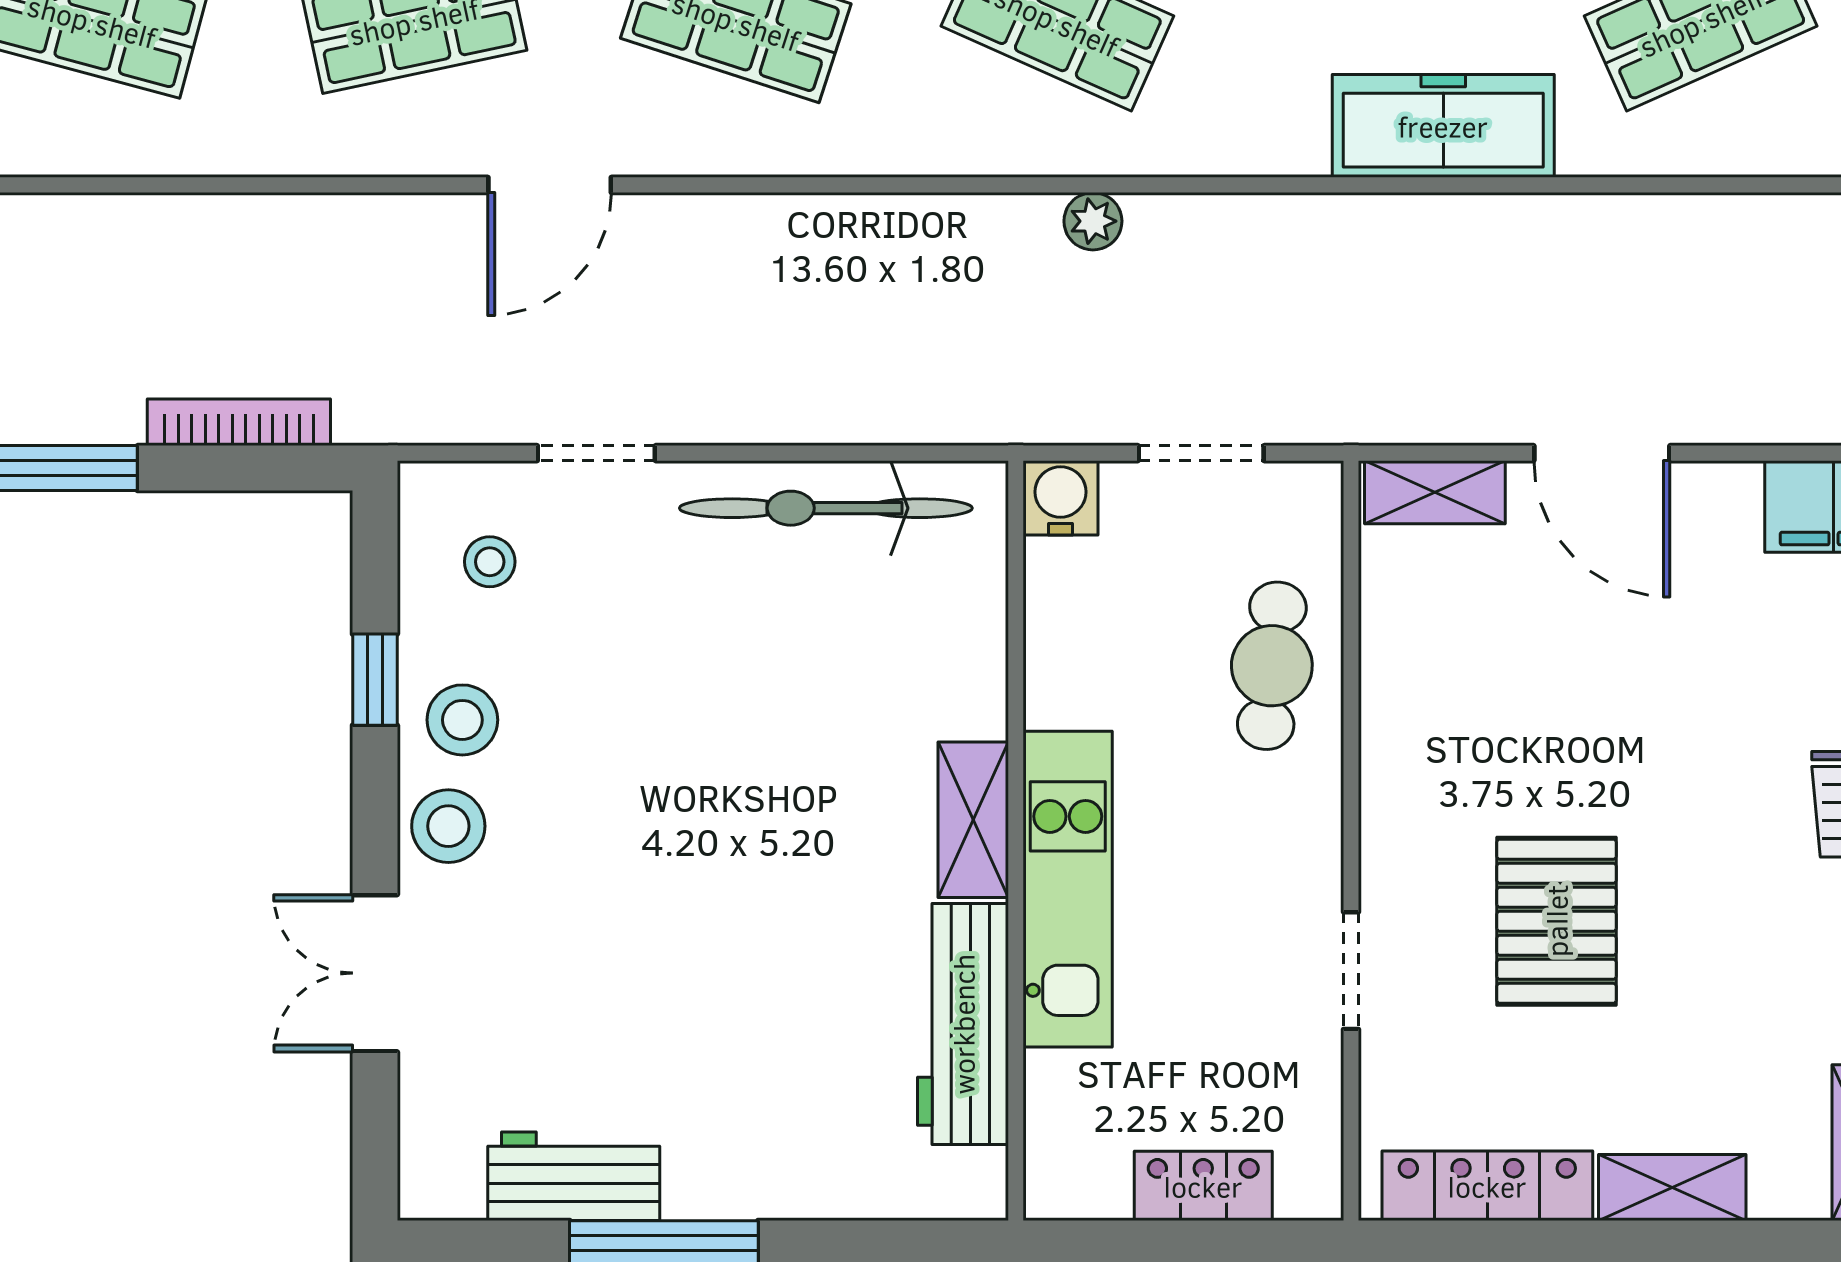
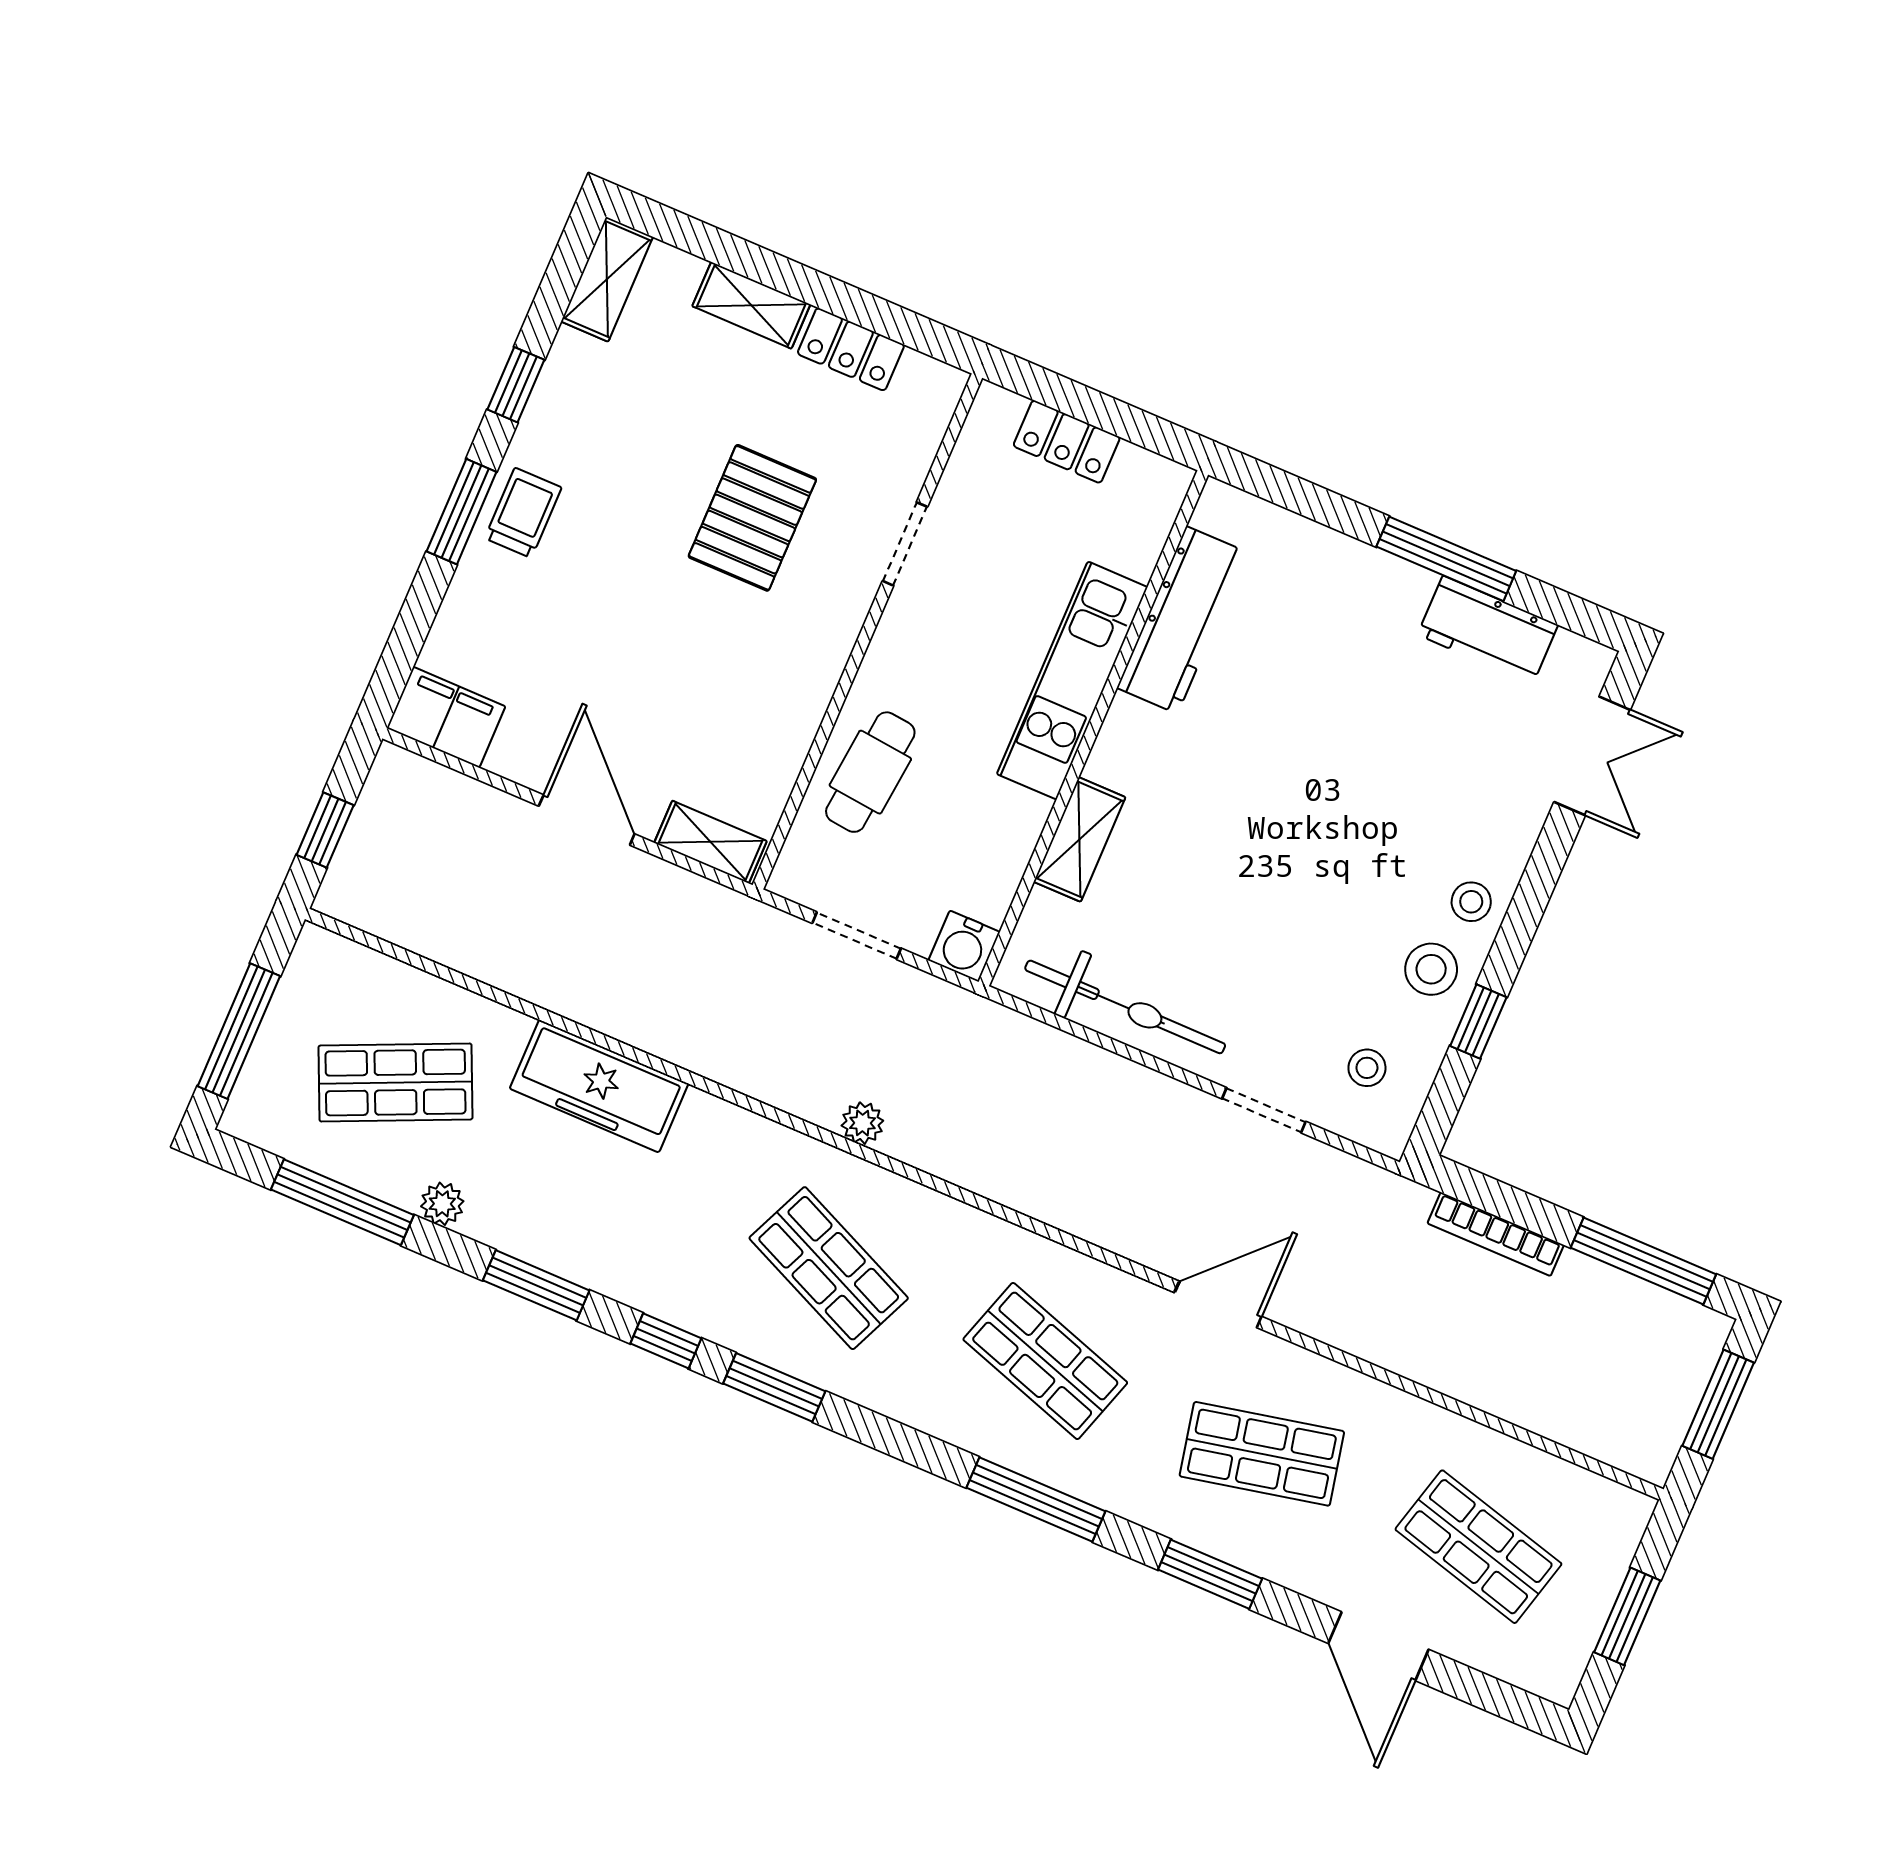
shelving: (973, 820) -> (1079, 839), moved
stool: (448, 826) -> (1471, 902), width x0.73, depth x0.73
double door: (375, 973) -> (1592, 756), moved
locker: (1487, 1186) -> (851, 349), width x0.66

